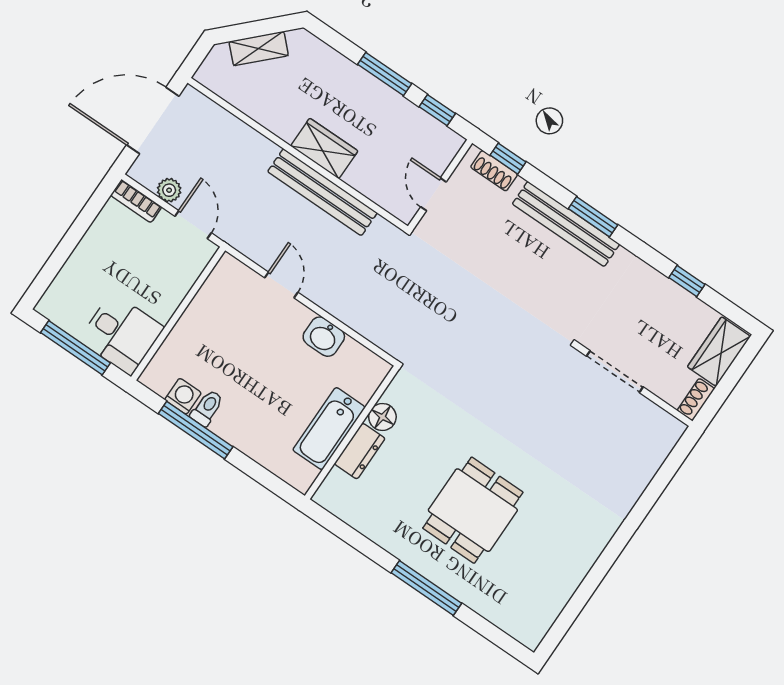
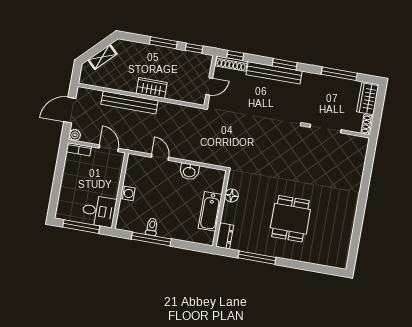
door: (153, 120) -> (70, 110), width x0.73
shoe rack: (494, 171) -> (232, 64), width x1.43
plant: (169, 190) -> (75, 135), moved
bench: (322, 192) -> (130, 102), moved
door: (433, 194) -> (209, 86), swing flipped
window: (687, 281) -> (339, 74), width x2.17
washing machine: (183, 396) -> (128, 193), moved, turned 90
dresser: (360, 451) -> (225, 236), moved
window: (426, 588) -> (257, 258), moved

